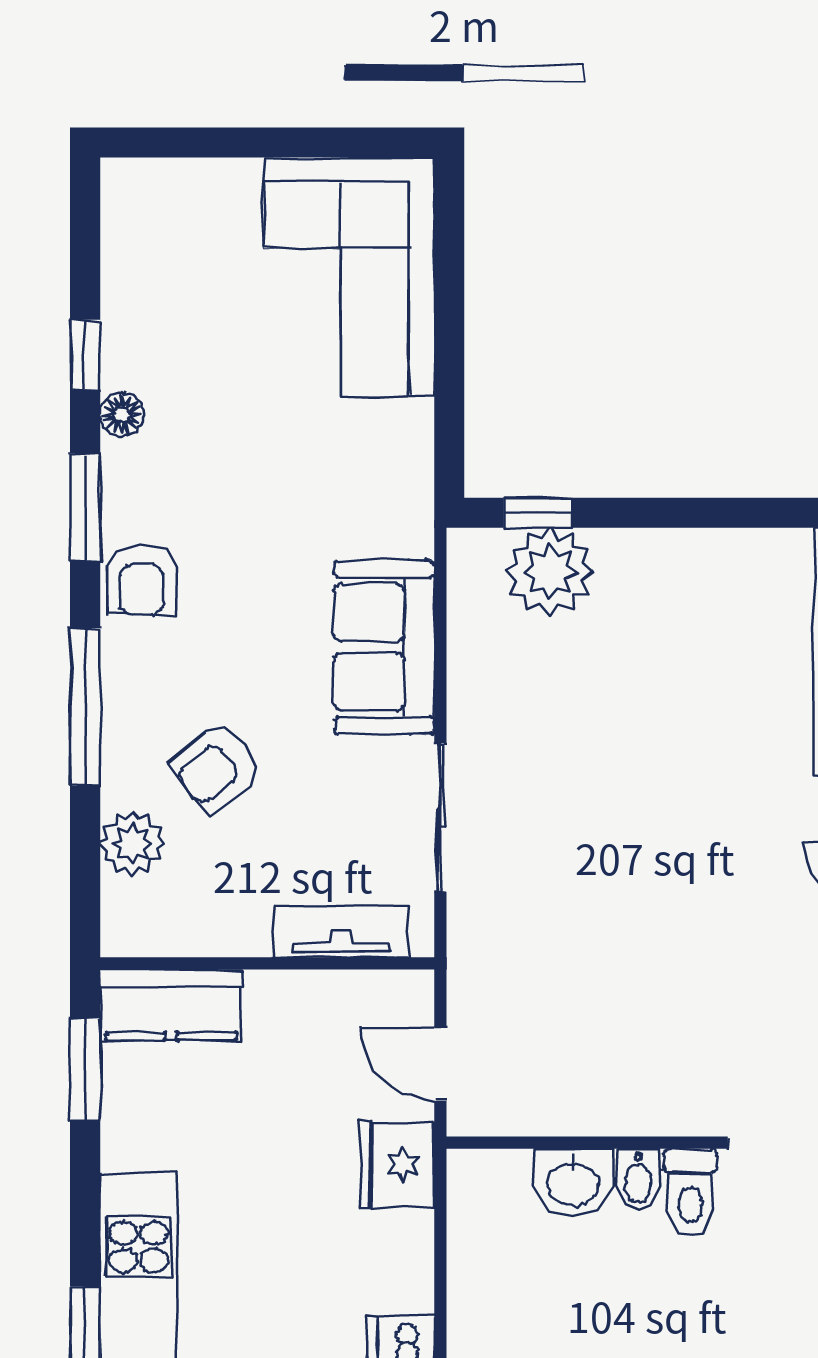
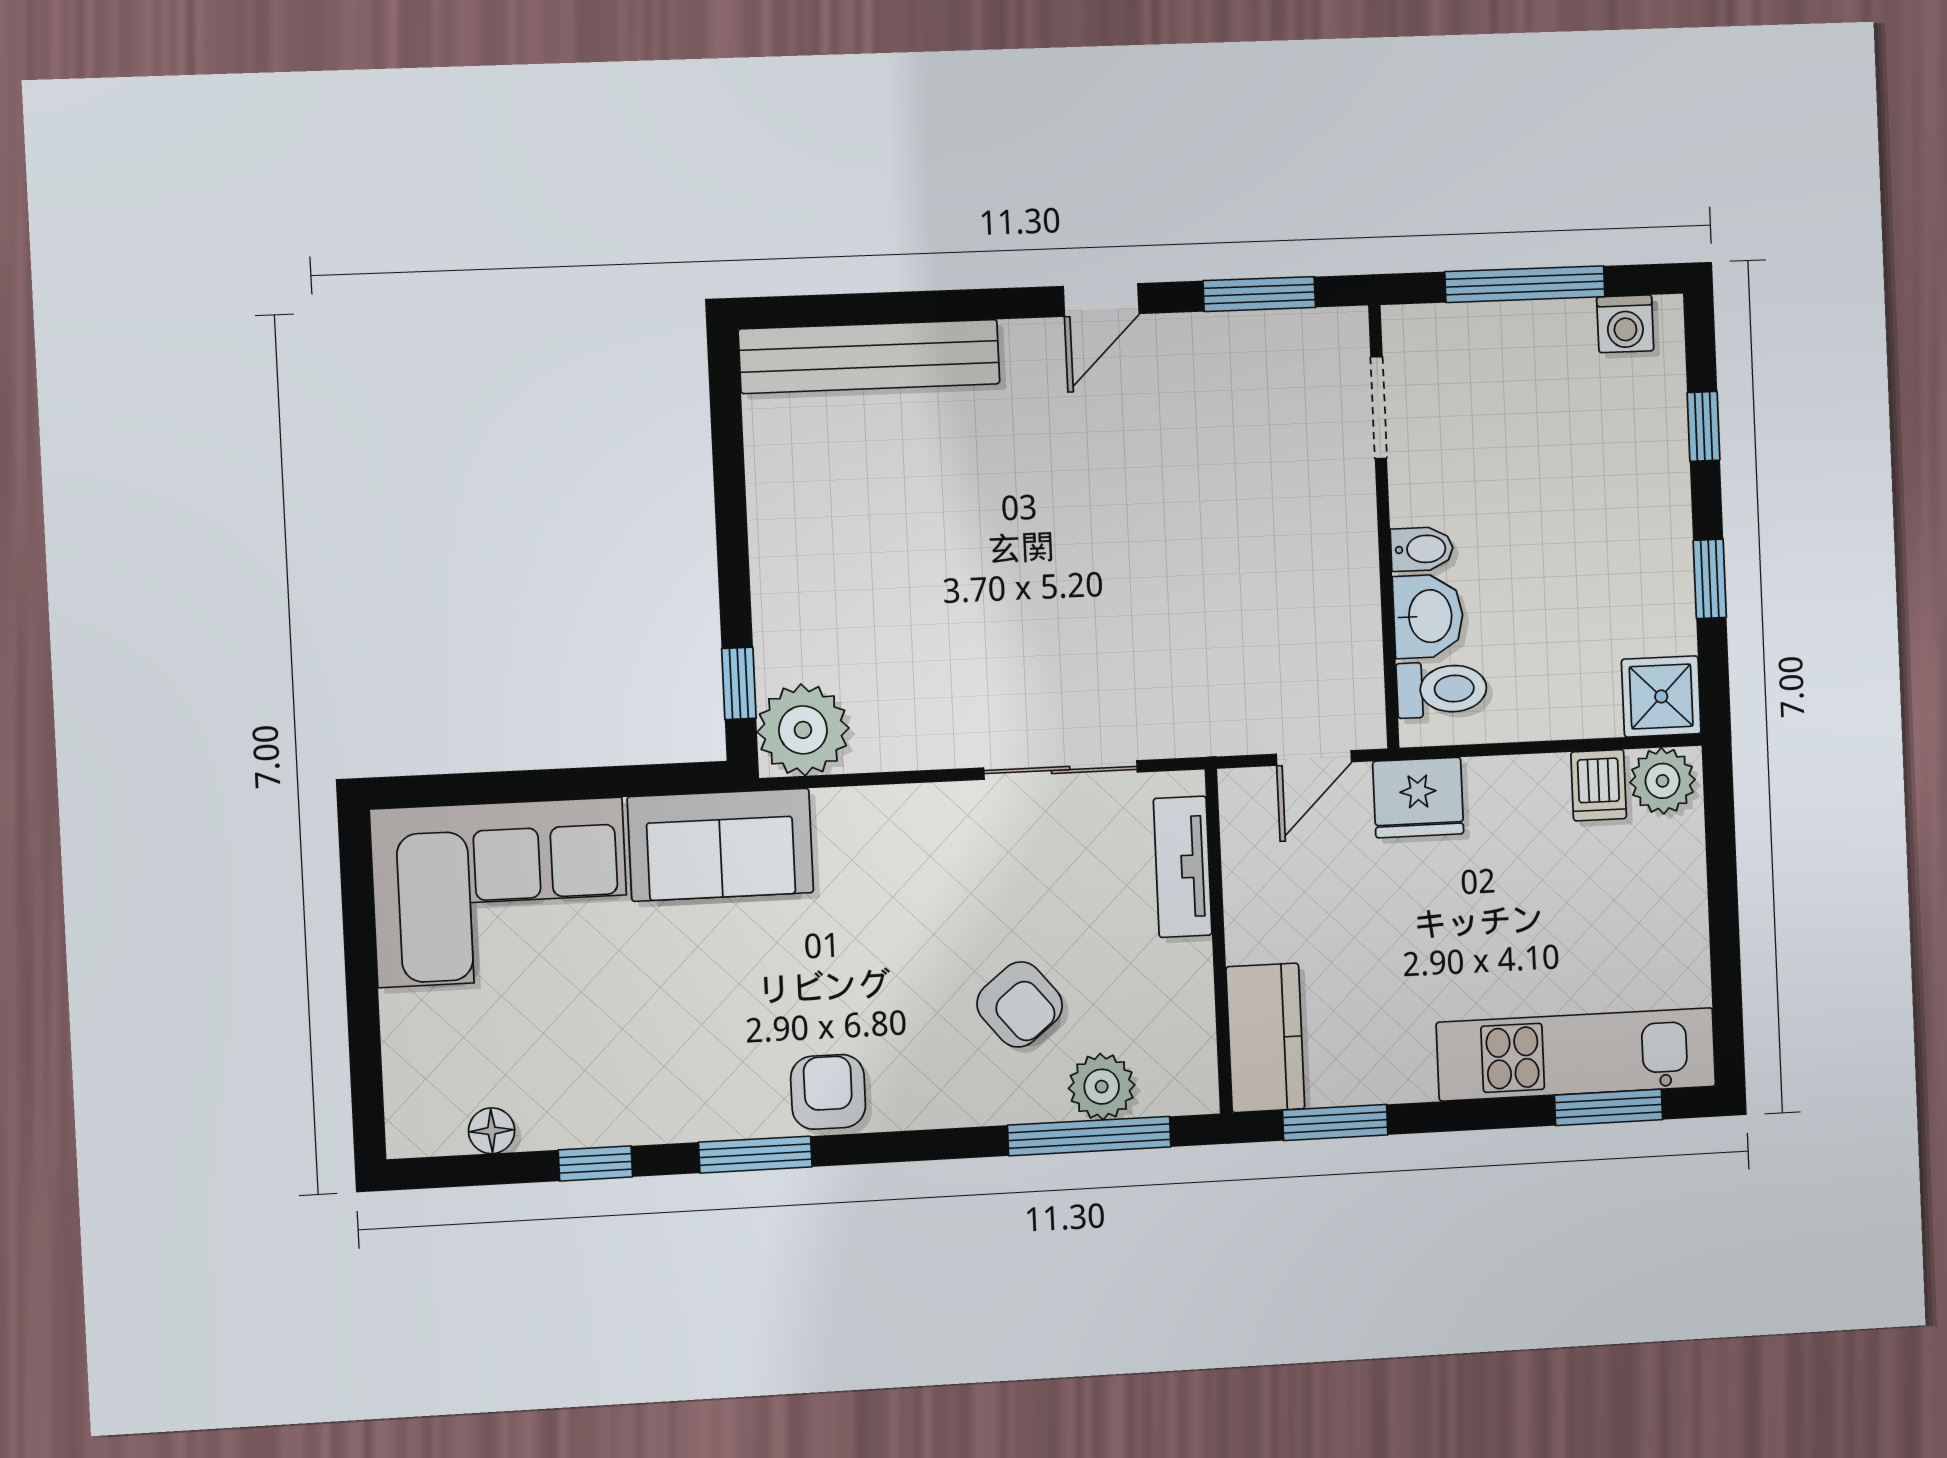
floor lamp: (122, 414) -> (492, 1131), moved
plant: (550, 572) -> (803, 730), moved
armchair: (142, 580) -> (828, 1092), turned -90
sofa: (384, 647) -> (720, 845), moved
window: (85, 707) -> (1089, 1136), moved
toilet: (690, 1193) -> (1442, 689), moved

